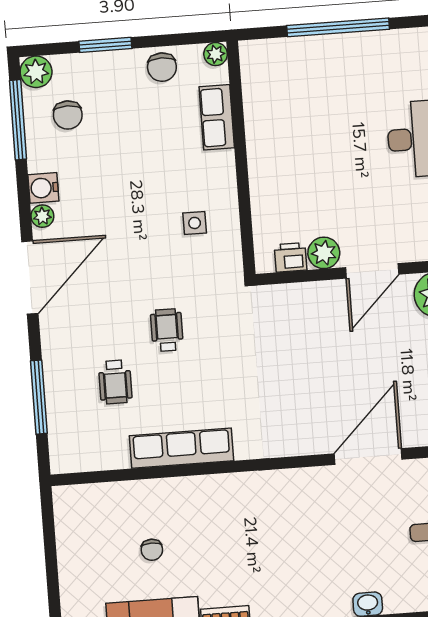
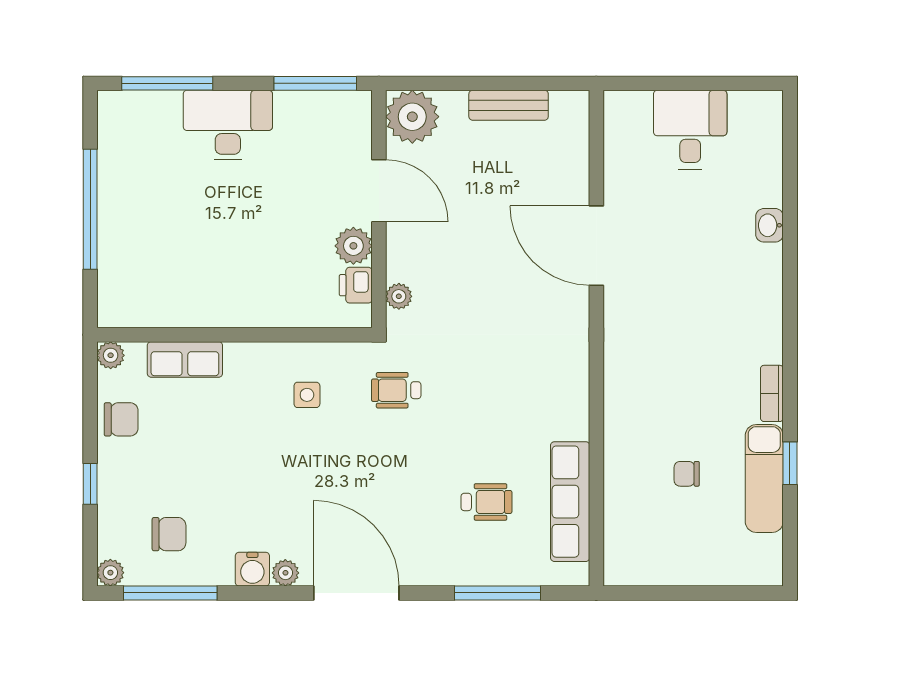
window: (105, 45) -> (90, 484), width x0.67
plant: (36, 72) -> (110, 573), width x0.73, depth x0.73
plant: (284, 295) -> (399, 296), added
wheelchair: (167, 330) -> (396, 390), moved
row of seats: (181, 448) -> (570, 502), moved
door: (368, 457) -> (596, 246), moved
chair: (152, 550) -> (687, 474), turned 180

